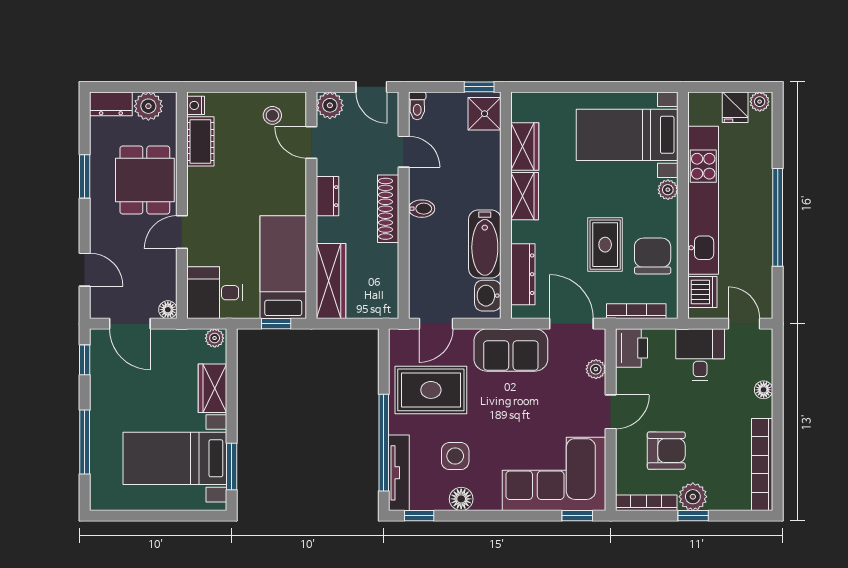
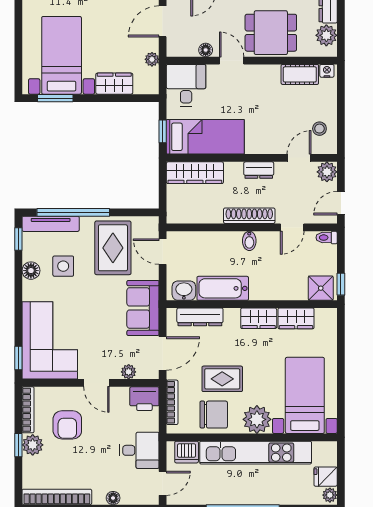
plant: (668, 190) -> (257, 419), width x1.87, depth x1.87
floor lamp: (168, 310) -> (206, 50), moved
plant: (215, 338) -> (152, 59), moved

